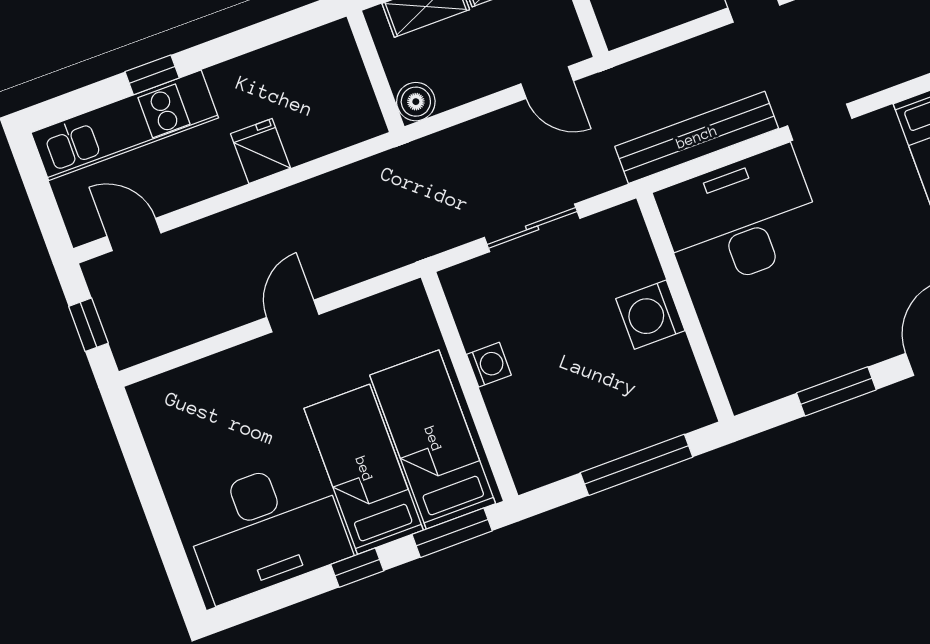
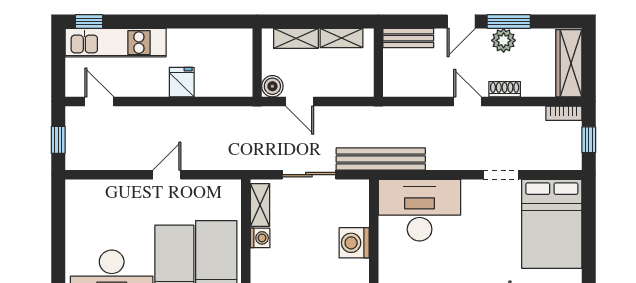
window: (152, 75) -> (89, 21), moved
door: (547, 82) -> (300, 102), moved
doorway: (820, 122) -> (501, 175), moved
bench: (697, 137) -> (381, 159), moved
shelving: (468, 309) -> (260, 205), added

